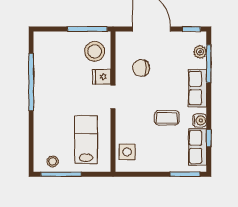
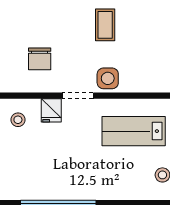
stool: (95, 51) -> (18, 120), width x0.53, depth x0.53
side table: (127, 152) -> (108, 78), moved

